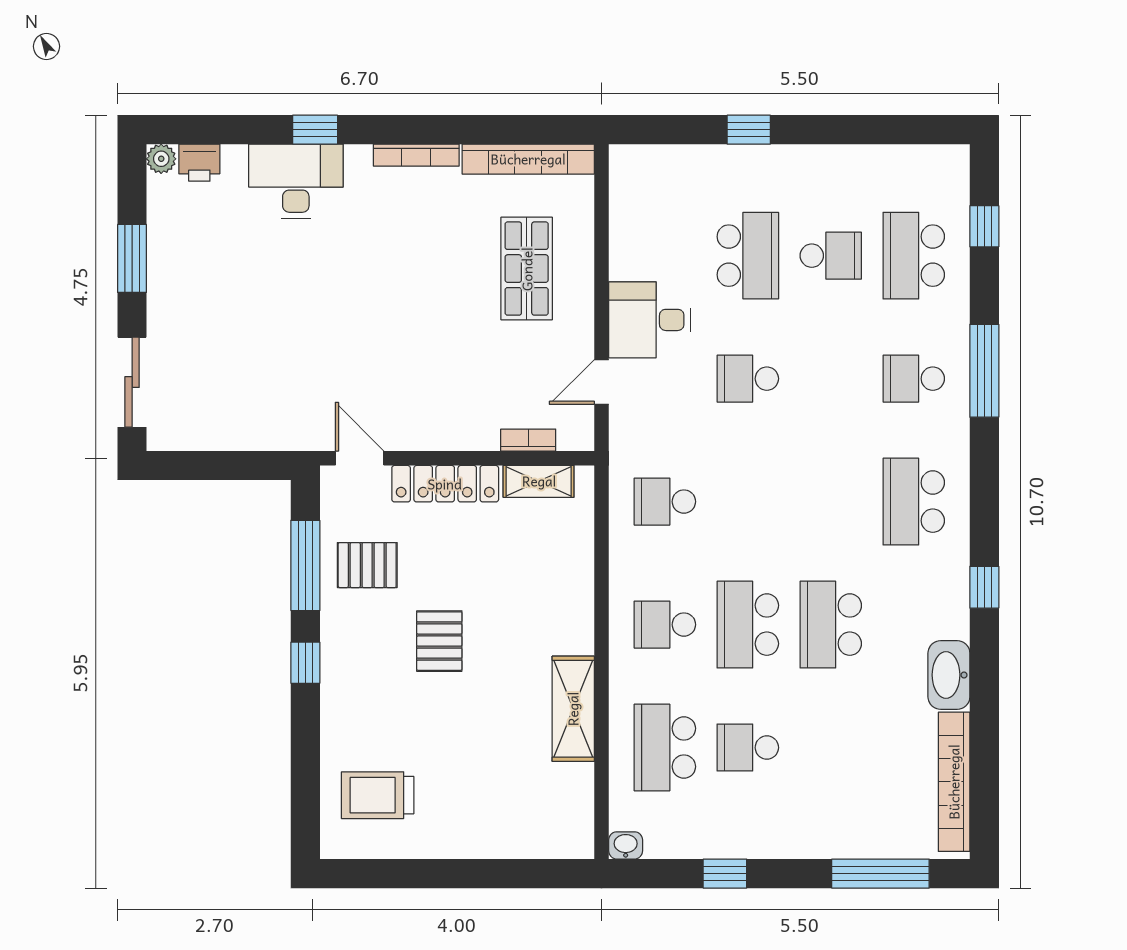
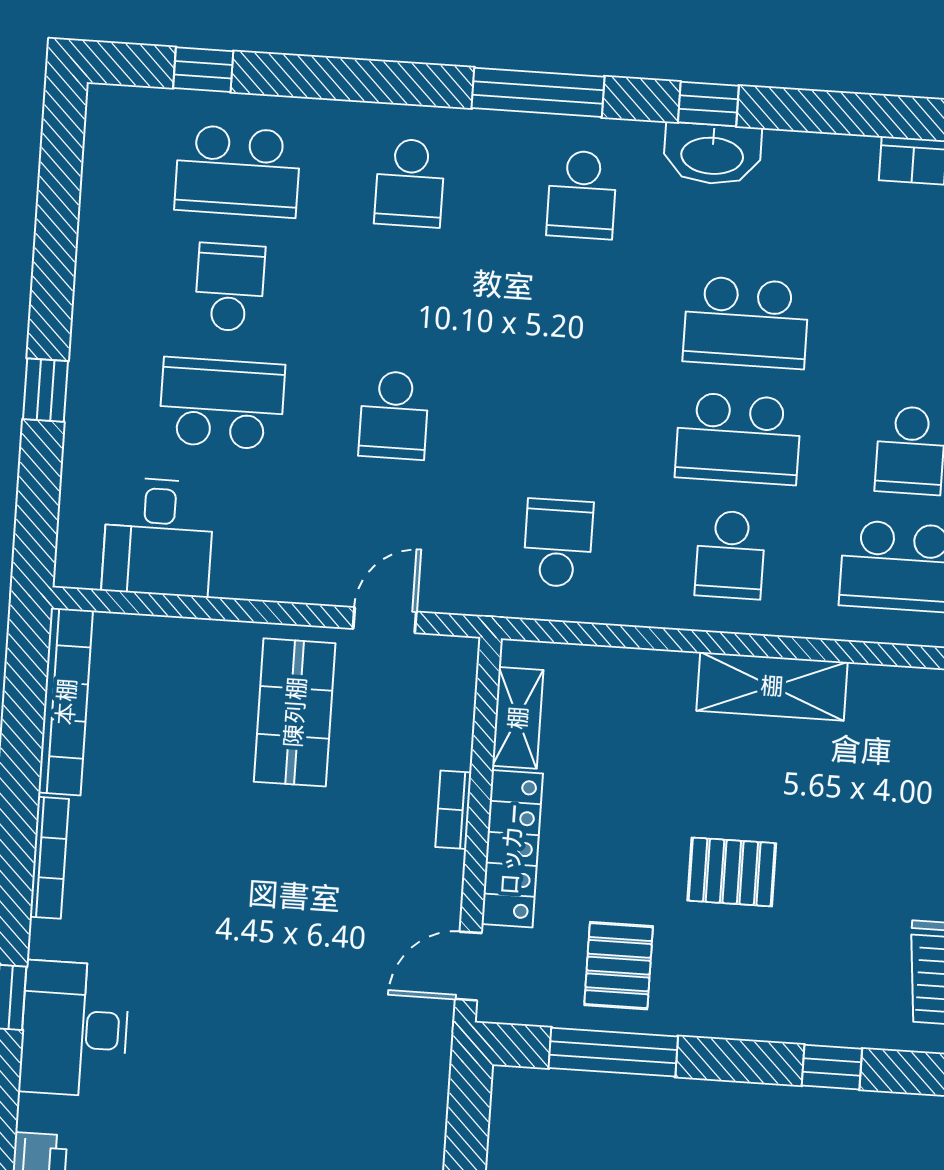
shop shelf: (527, 269) -> (295, 712), moved, turned 90
desk: (650, 320) -> (158, 537), moved
window: (984, 371) -> (538, 92), moved
door: (602, 382) -> (385, 620), swing flipped
bookcase: (528, 440) -> (453, 810), moved
school desk: (665, 502) -> (558, 543), turned 180
school desk: (914, 502) -> (582, 195), width x0.54
window: (305, 663) -> (832, 1067), moved
washbasin: (949, 675) -> (712, 154), moved
shelving: (573, 709) -> (772, 686), moved

